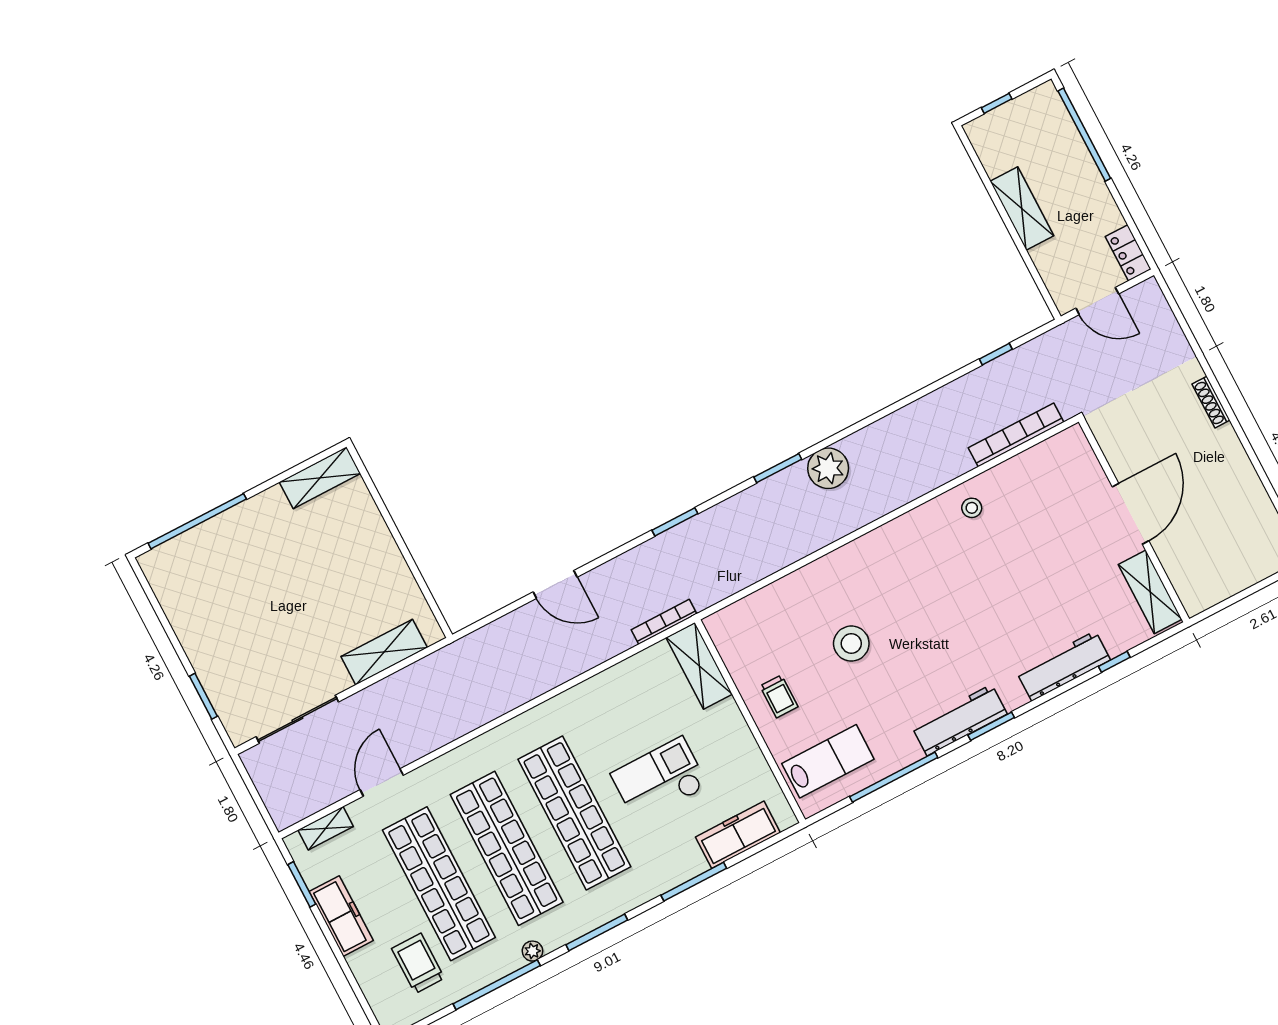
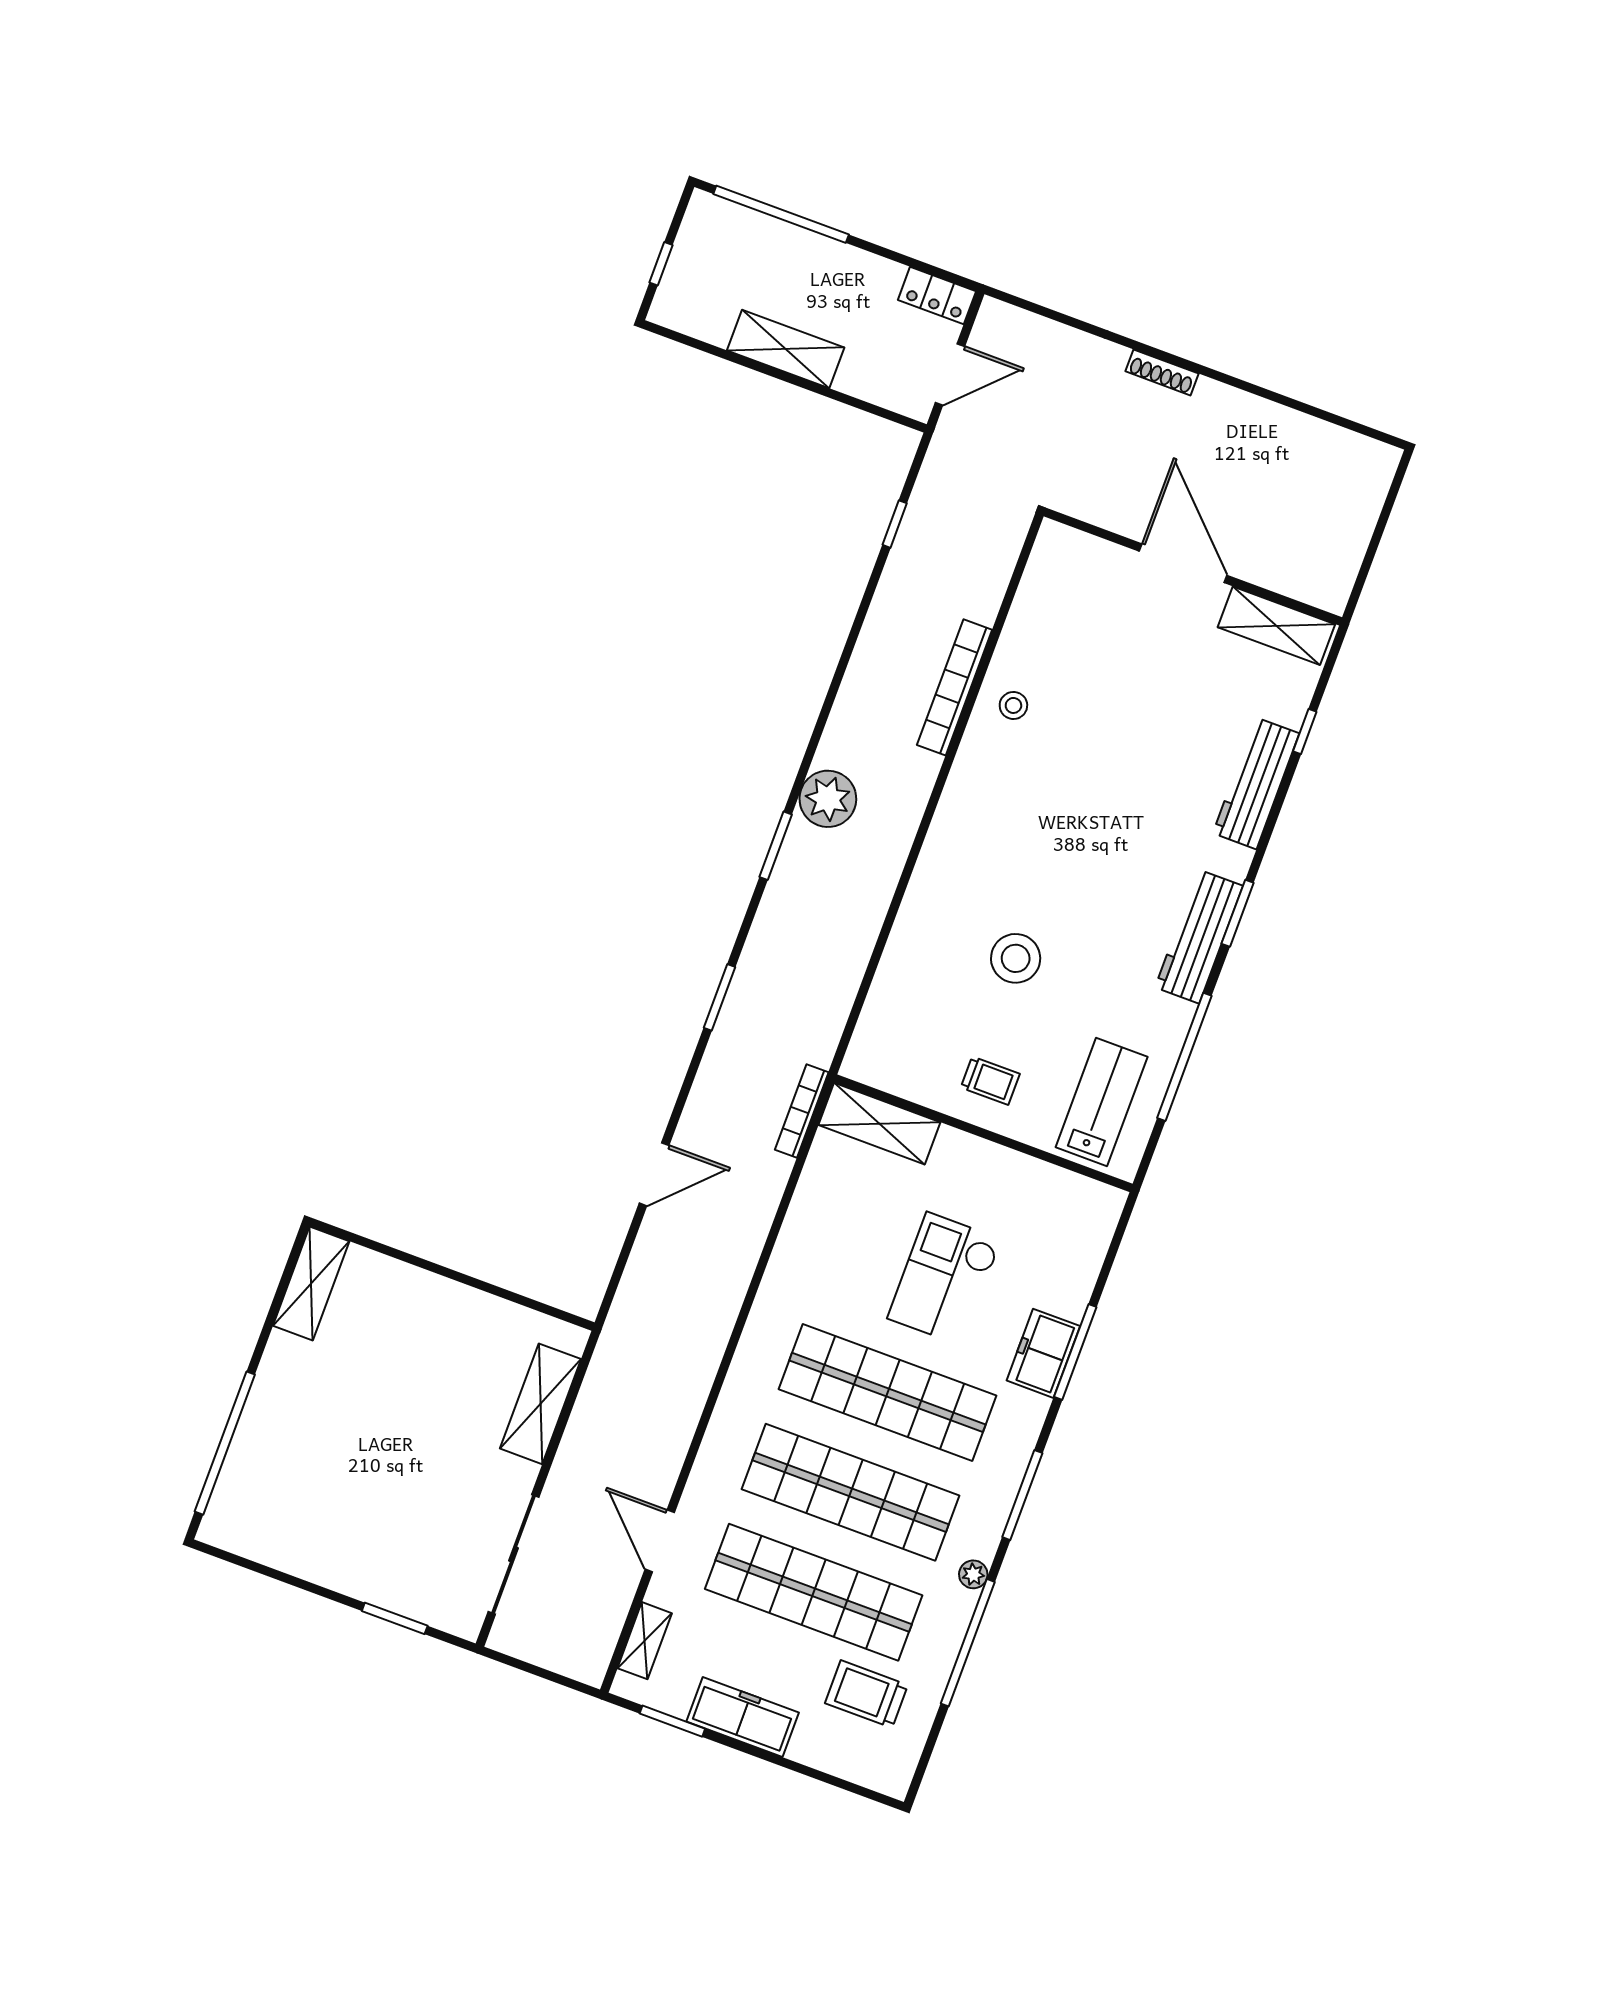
bookcase: (1016, 435) -> (955, 687), moved
freezer: (738, 835) -> (1043, 1353), moved, width x0.71

